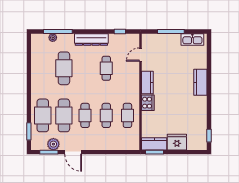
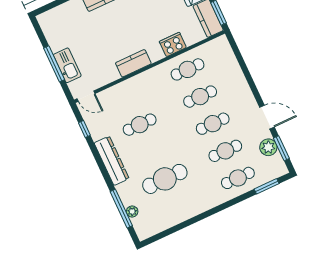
kitchen sink: (192, 39) -> (67, 65), moved
door: (140, 55) -> (86, 96), moved
cooker: (148, 103) -> (173, 44), moved
cafe table: (43, 115) -> (238, 178), width x0.73, depth x0.74
cafe table: (64, 115) -> (225, 151), width x0.73, depth x0.74
door: (73, 152) -> (267, 117), hinge flipped

